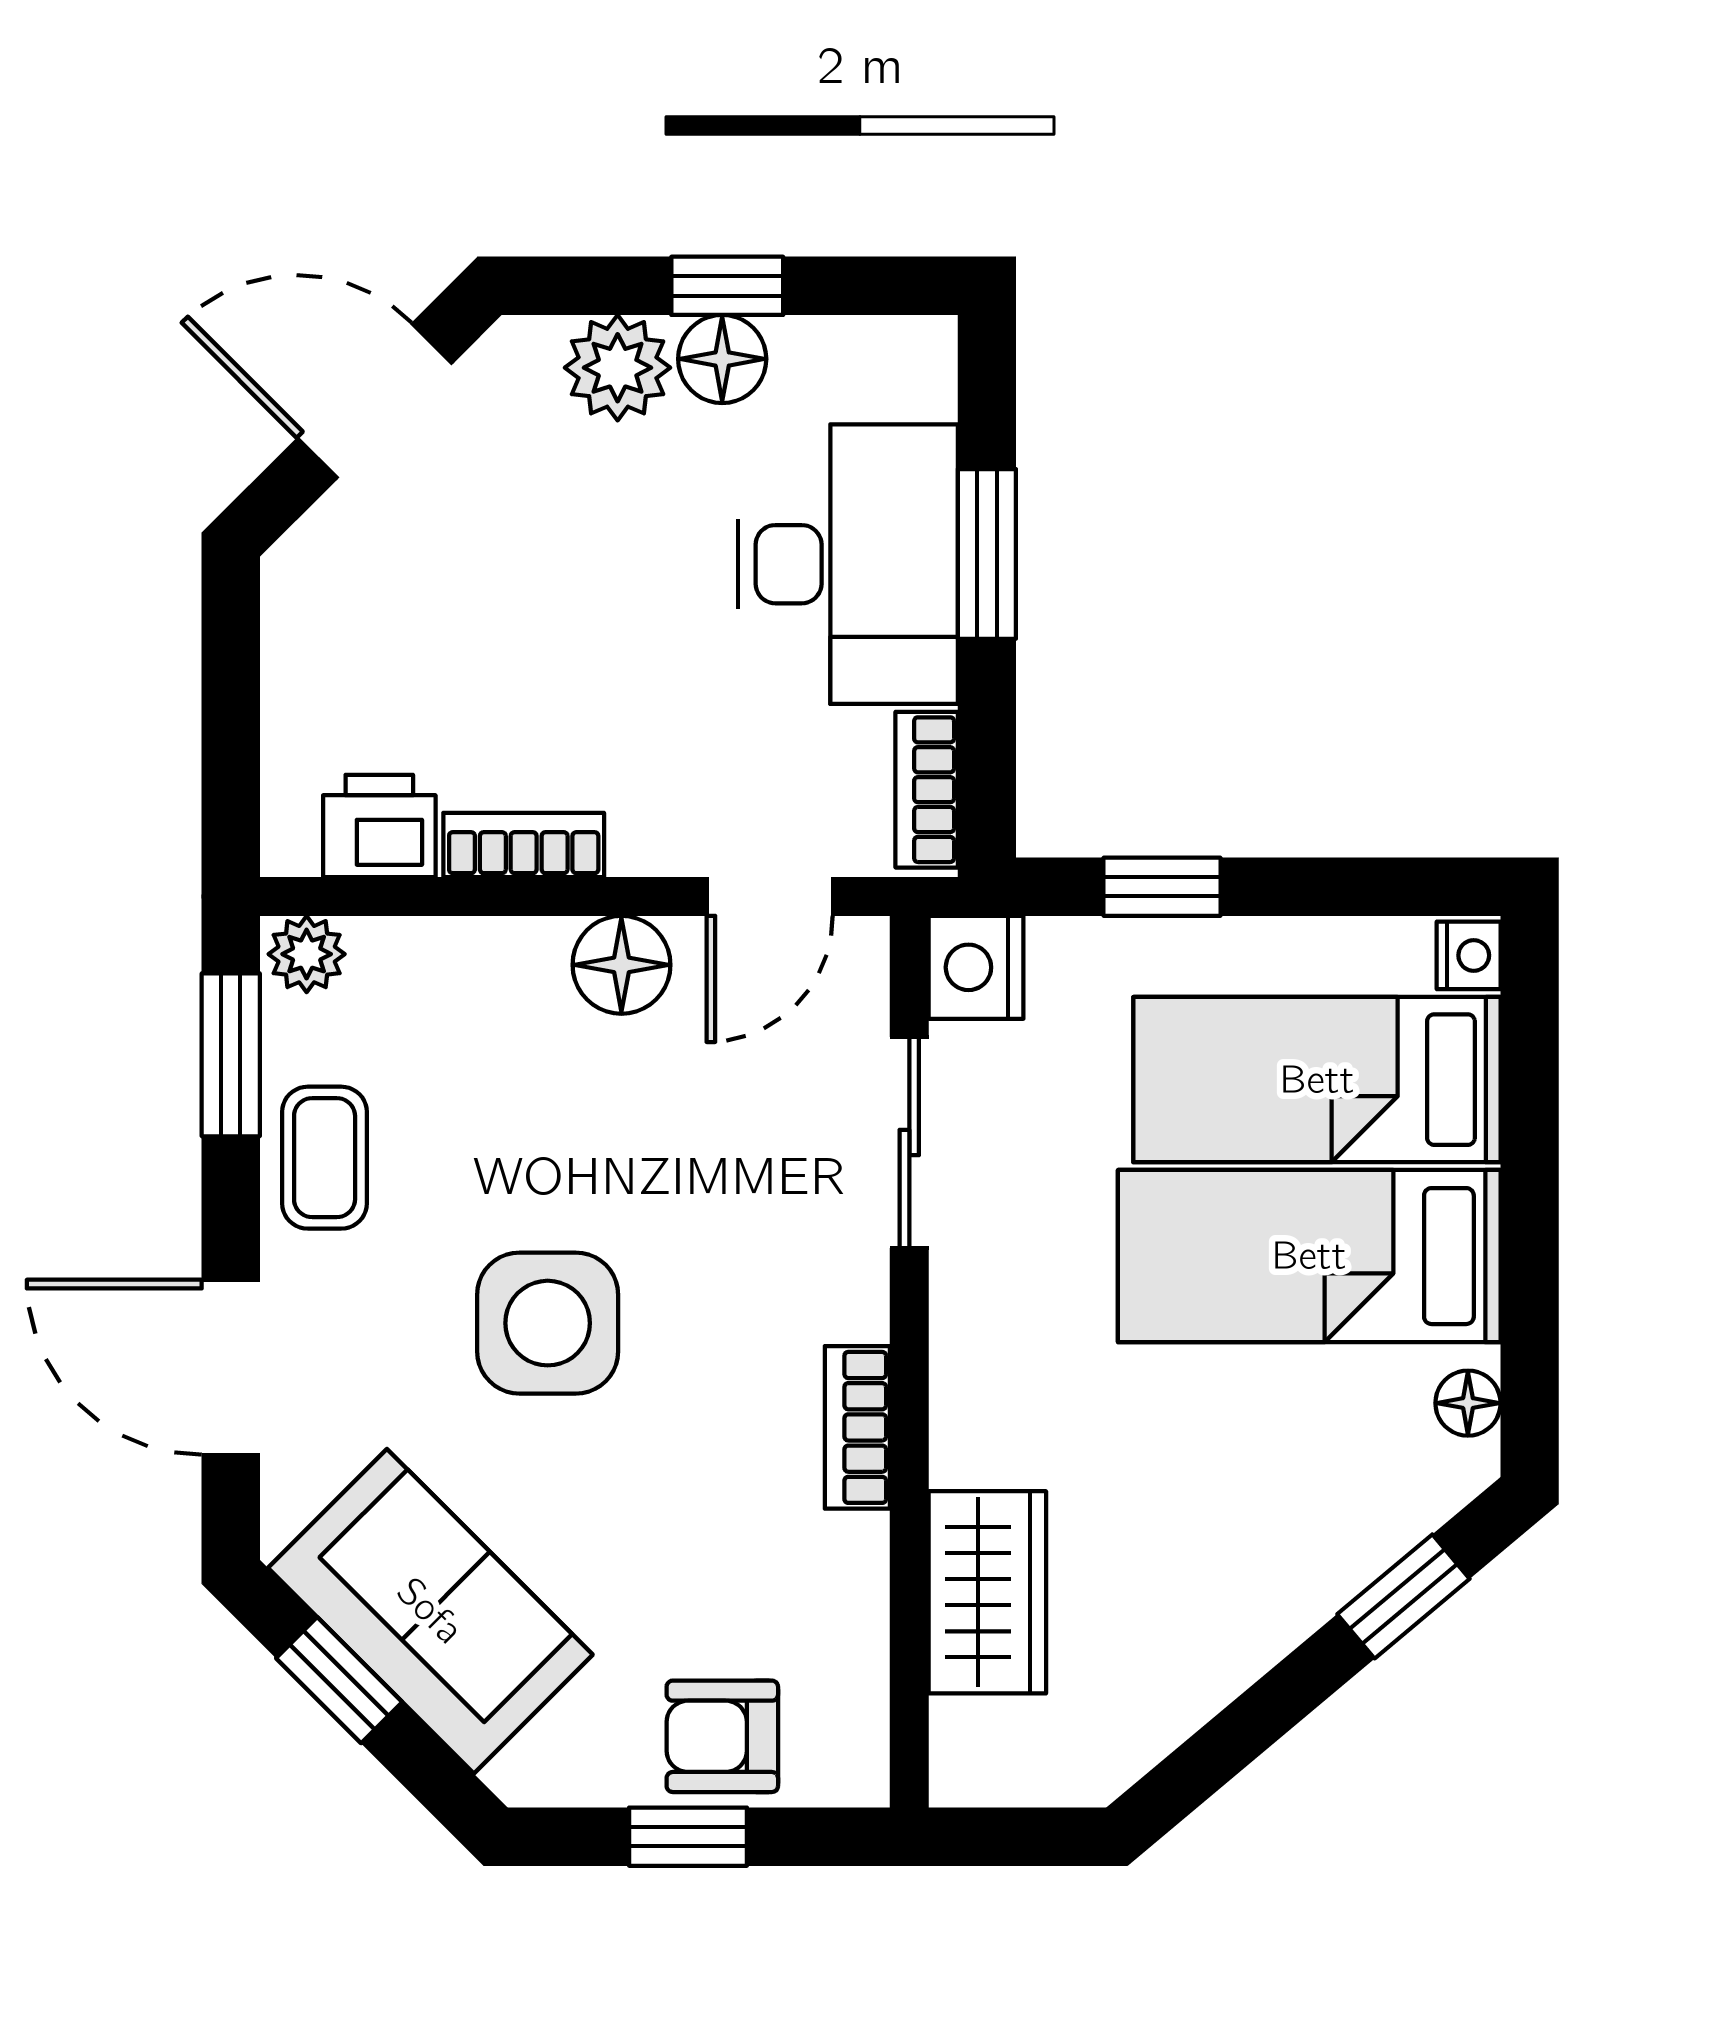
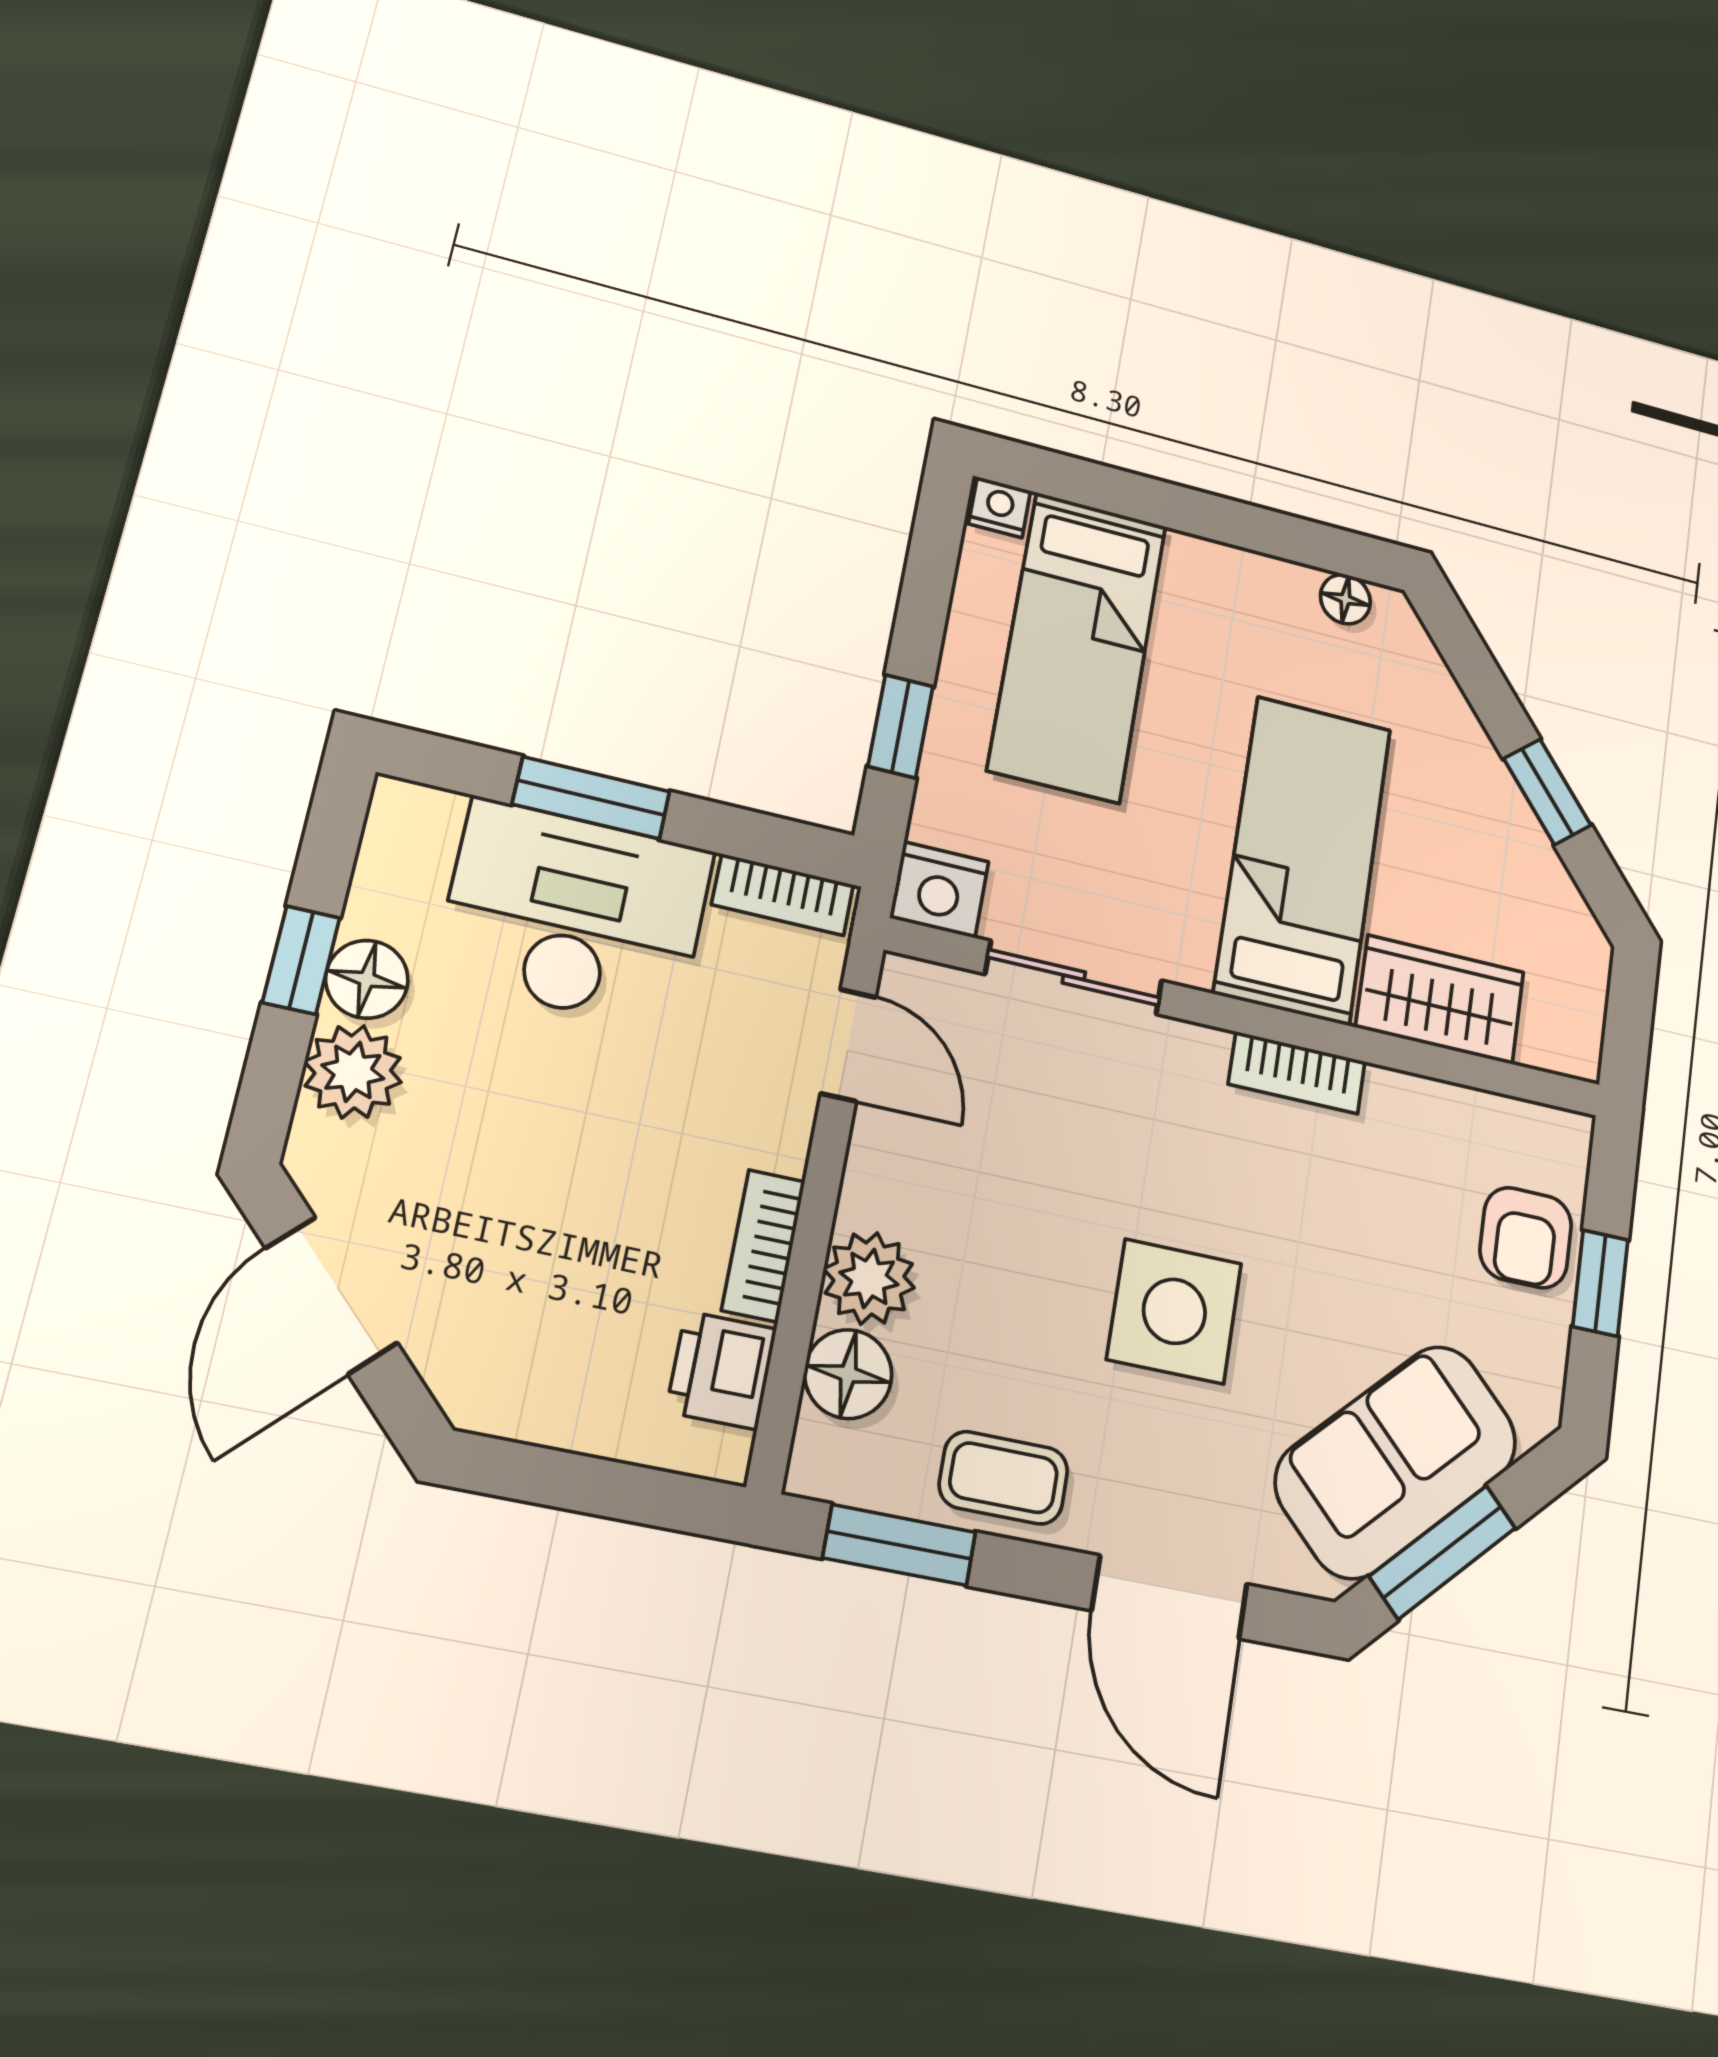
plant: (307, 954) -> (869, 1278), moved, width x1.38, depth x1.38
floor lamp: (621, 965) -> (848, 1374), moved
bed: (1309, 1256) -> (1303, 860), moved, turned 180
door: (231, 1367) -> (1170, 1597), hinge flipped
window: (1403, 1596) -> (1547, 792), moved
window: (339, 1680) -> (1443, 1552), width x1.50

